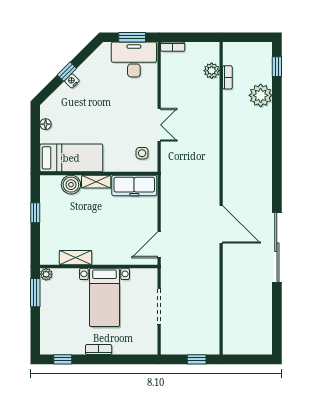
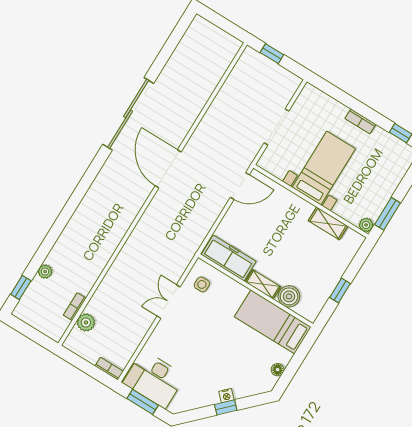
plant: (261, 95) -> (45, 272), width x0.53, depth x0.53

